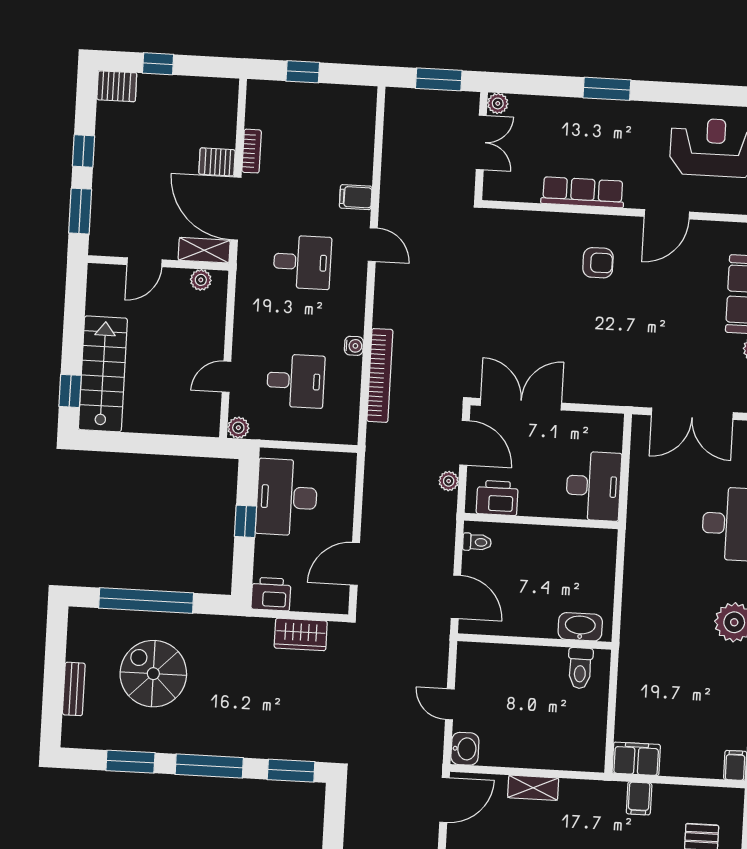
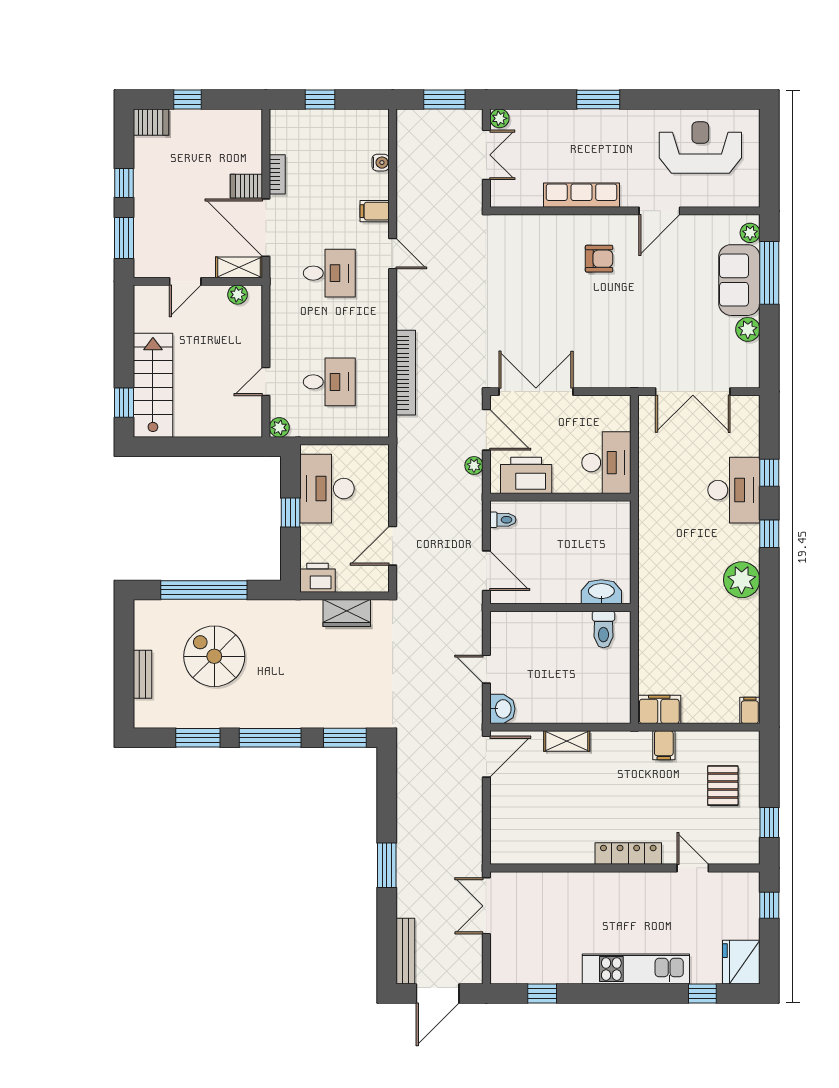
water cooler: (354, 346) -> (381, 163), moved
printer: (497, 498) -> (526, 475), width x1.37, depth x1.19

